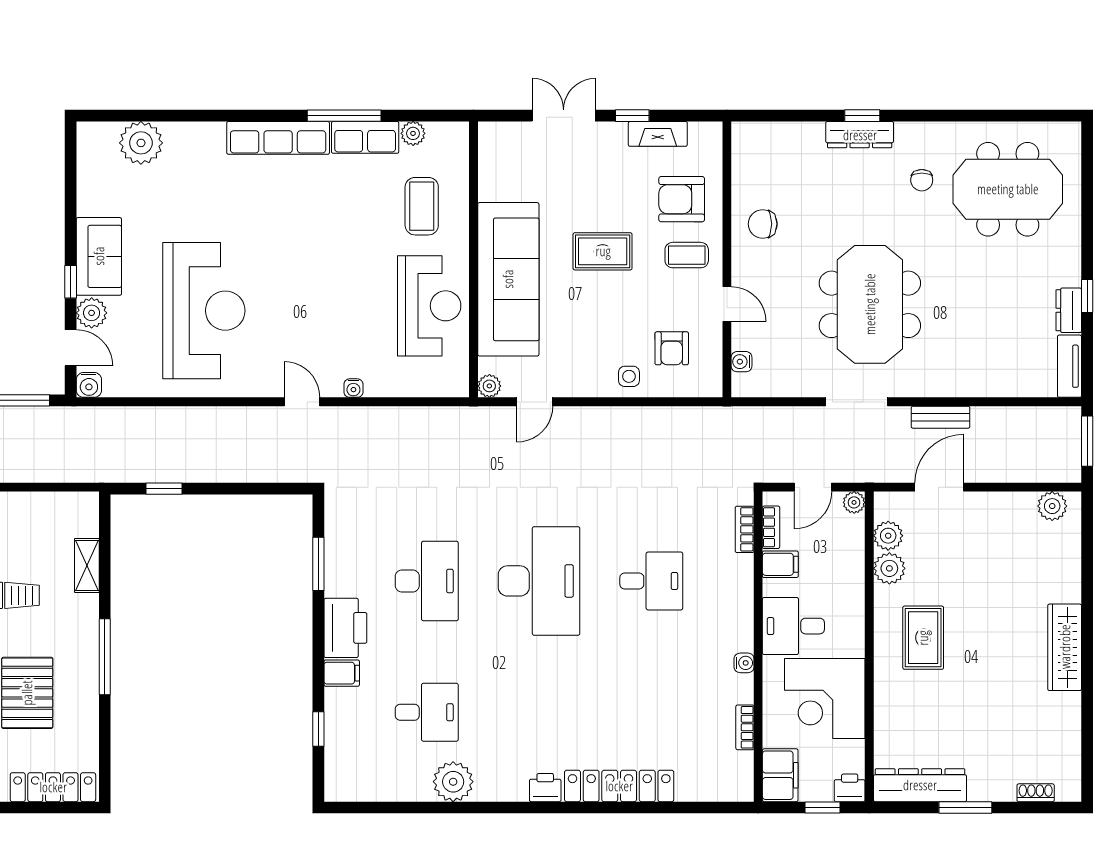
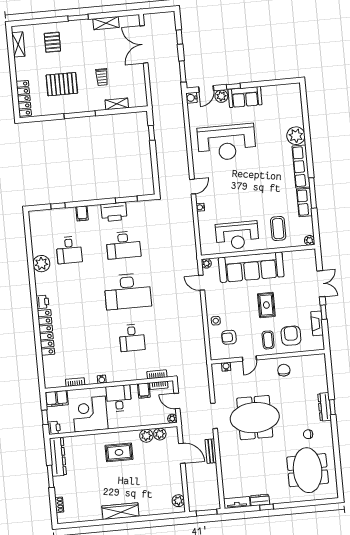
plant: (413, 133) -> (310, 240), moved
plant: (141, 143) -> (296, 136), moved
coffee table: (422, 206) -> (278, 229), turned 90
printer: (345, 628) -> (114, 212), moved

